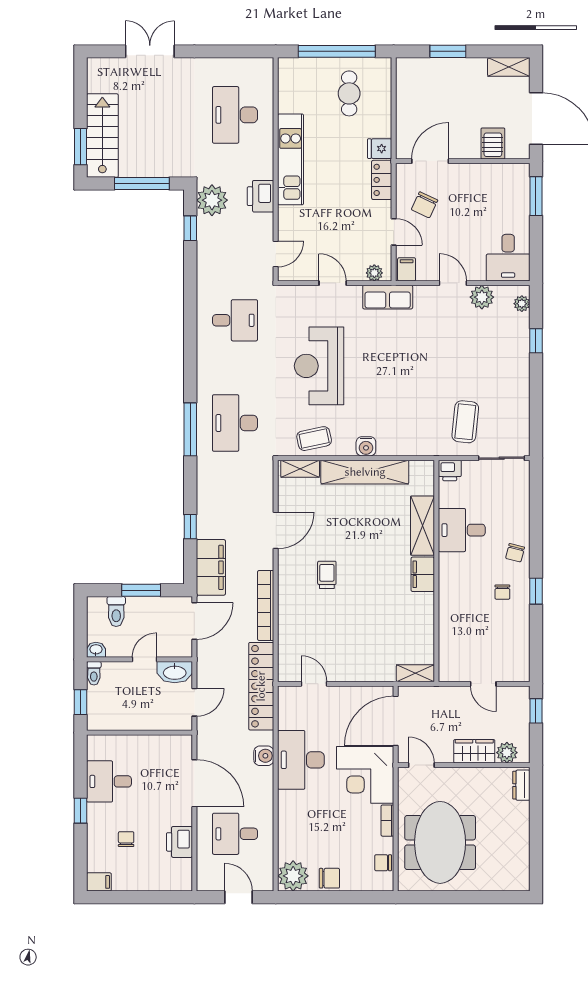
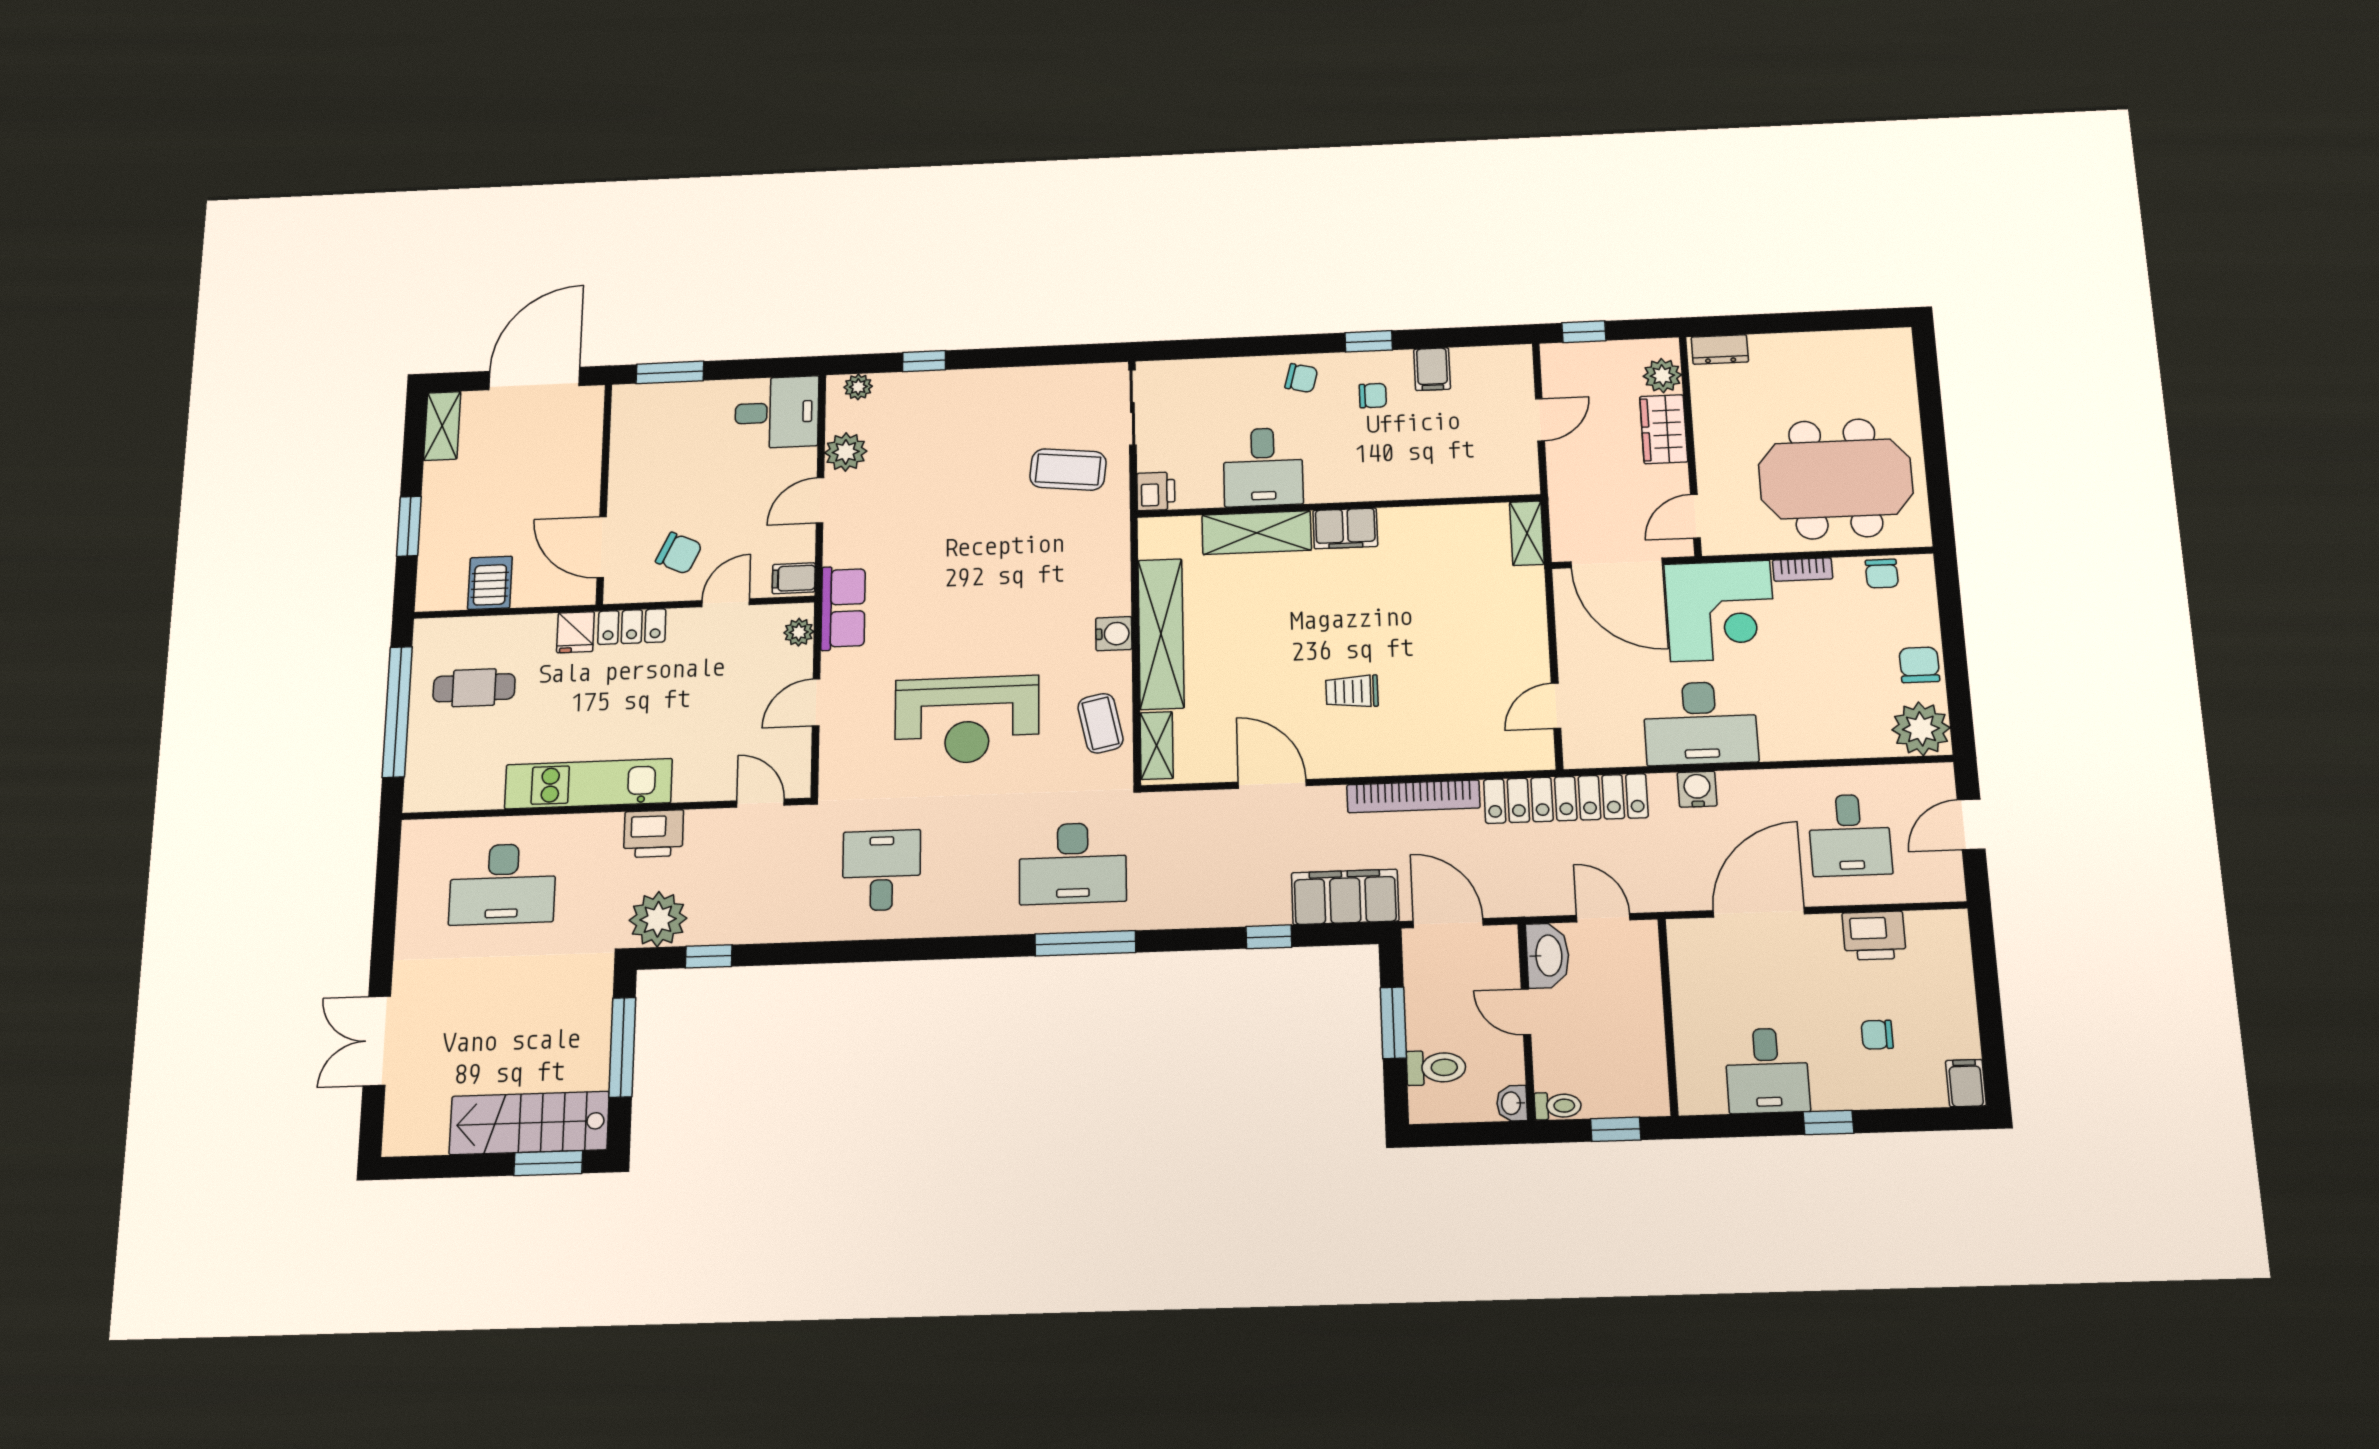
server rack: (493, 143) -> (490, 583), moved, turned 90
filing cabinet: (517, 626) -> (1432, 369), added

